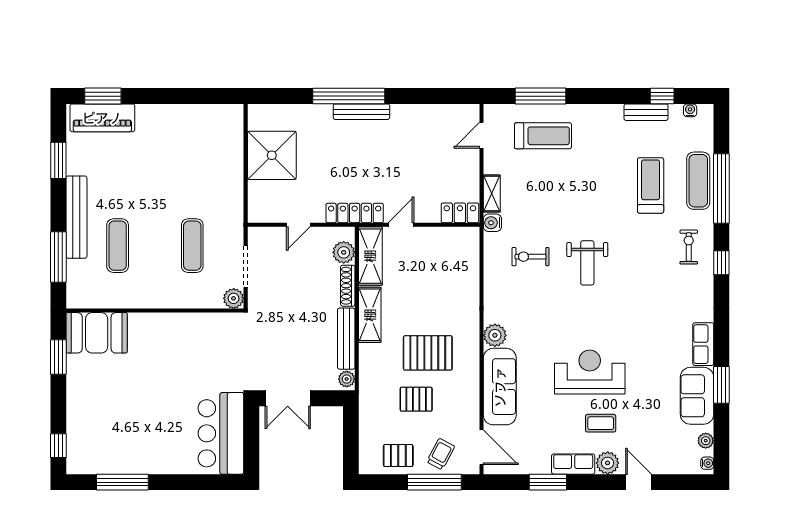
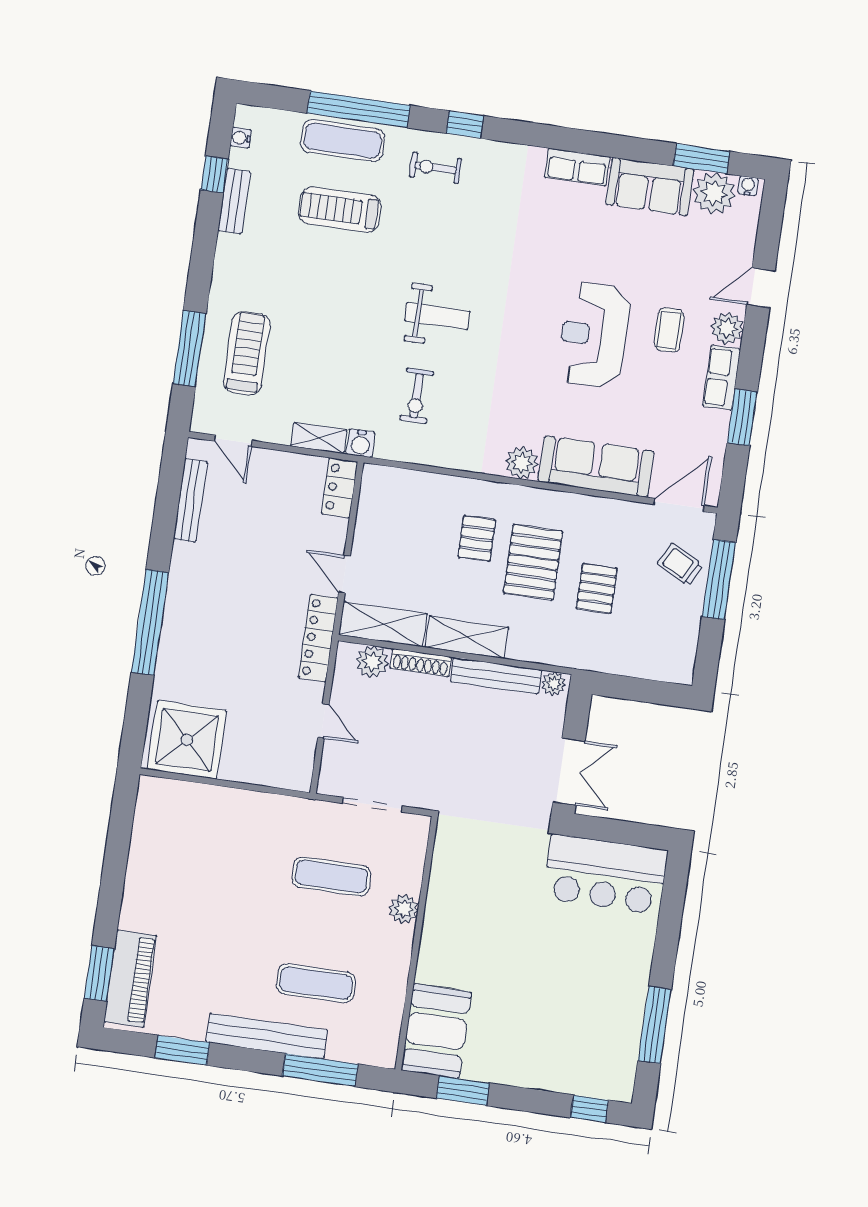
bench: (361, 112) -> (190, 500), moved
shower: (272, 155) -> (187, 740), moved
plant: (234, 298) -> (404, 909), moved
window: (721, 385) -> (701, 159), moved
plant: (706, 441) -> (714, 193), width x1.88, depth x1.88
pallet: (398, 456) -> (477, 538), moved

